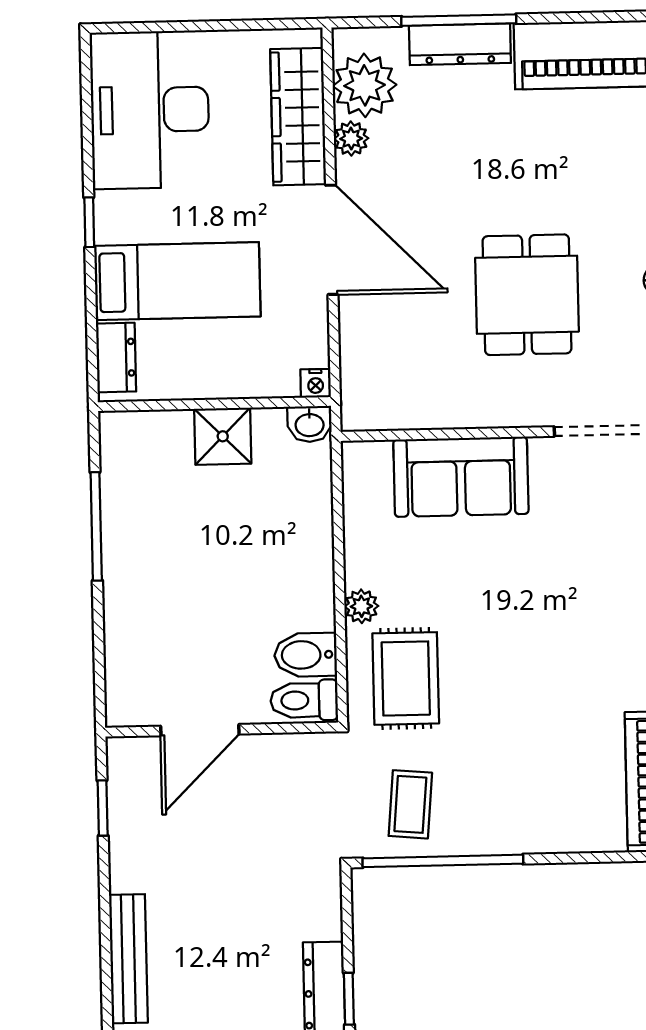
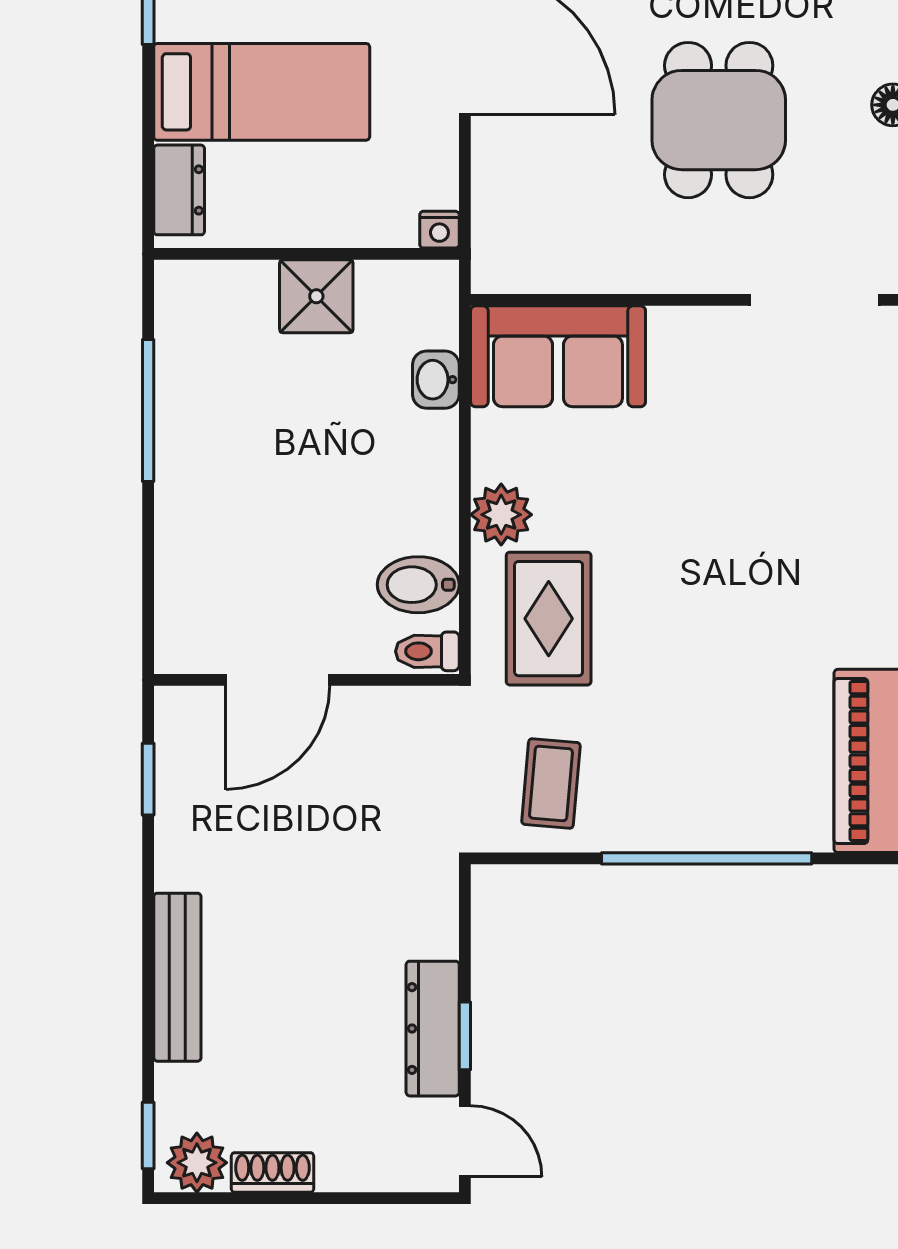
washbasin: (310, 424) -> (436, 380), moved, turned 90
sofa: (461, 477) -> (558, 356), moved
plant: (361, 606) -> (501, 515), width x1.38, depth x1.38
toilet: (304, 700) -> (427, 651), width x0.73, depth x0.72
window: (443, 861) -> (707, 858), moved

